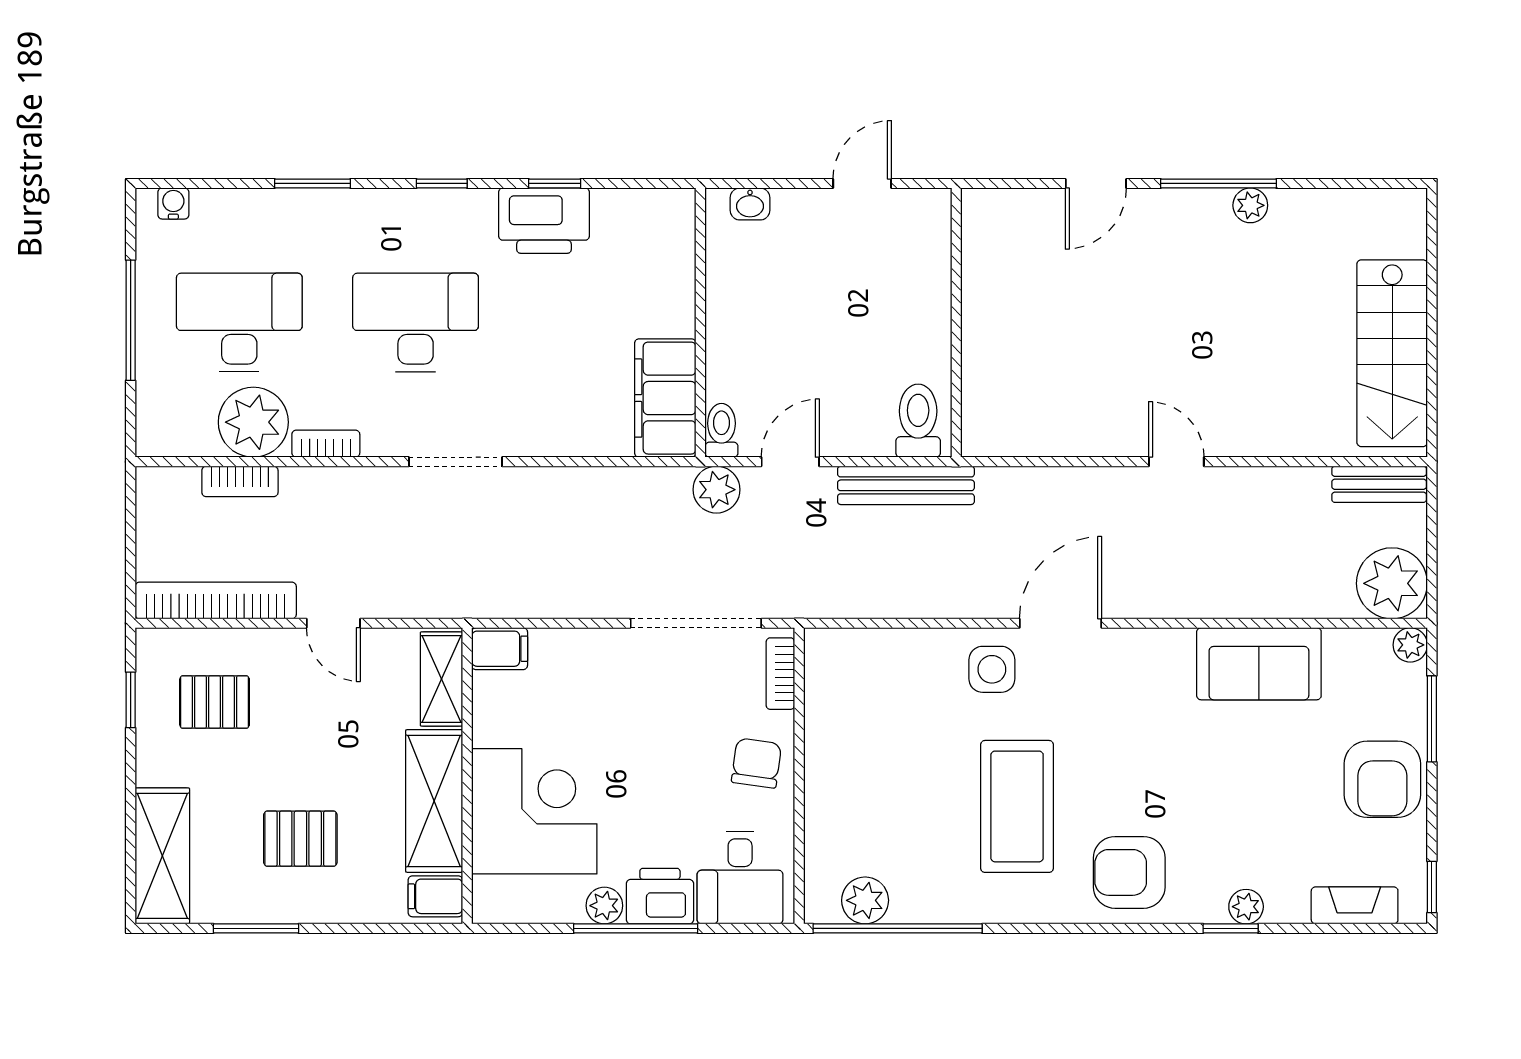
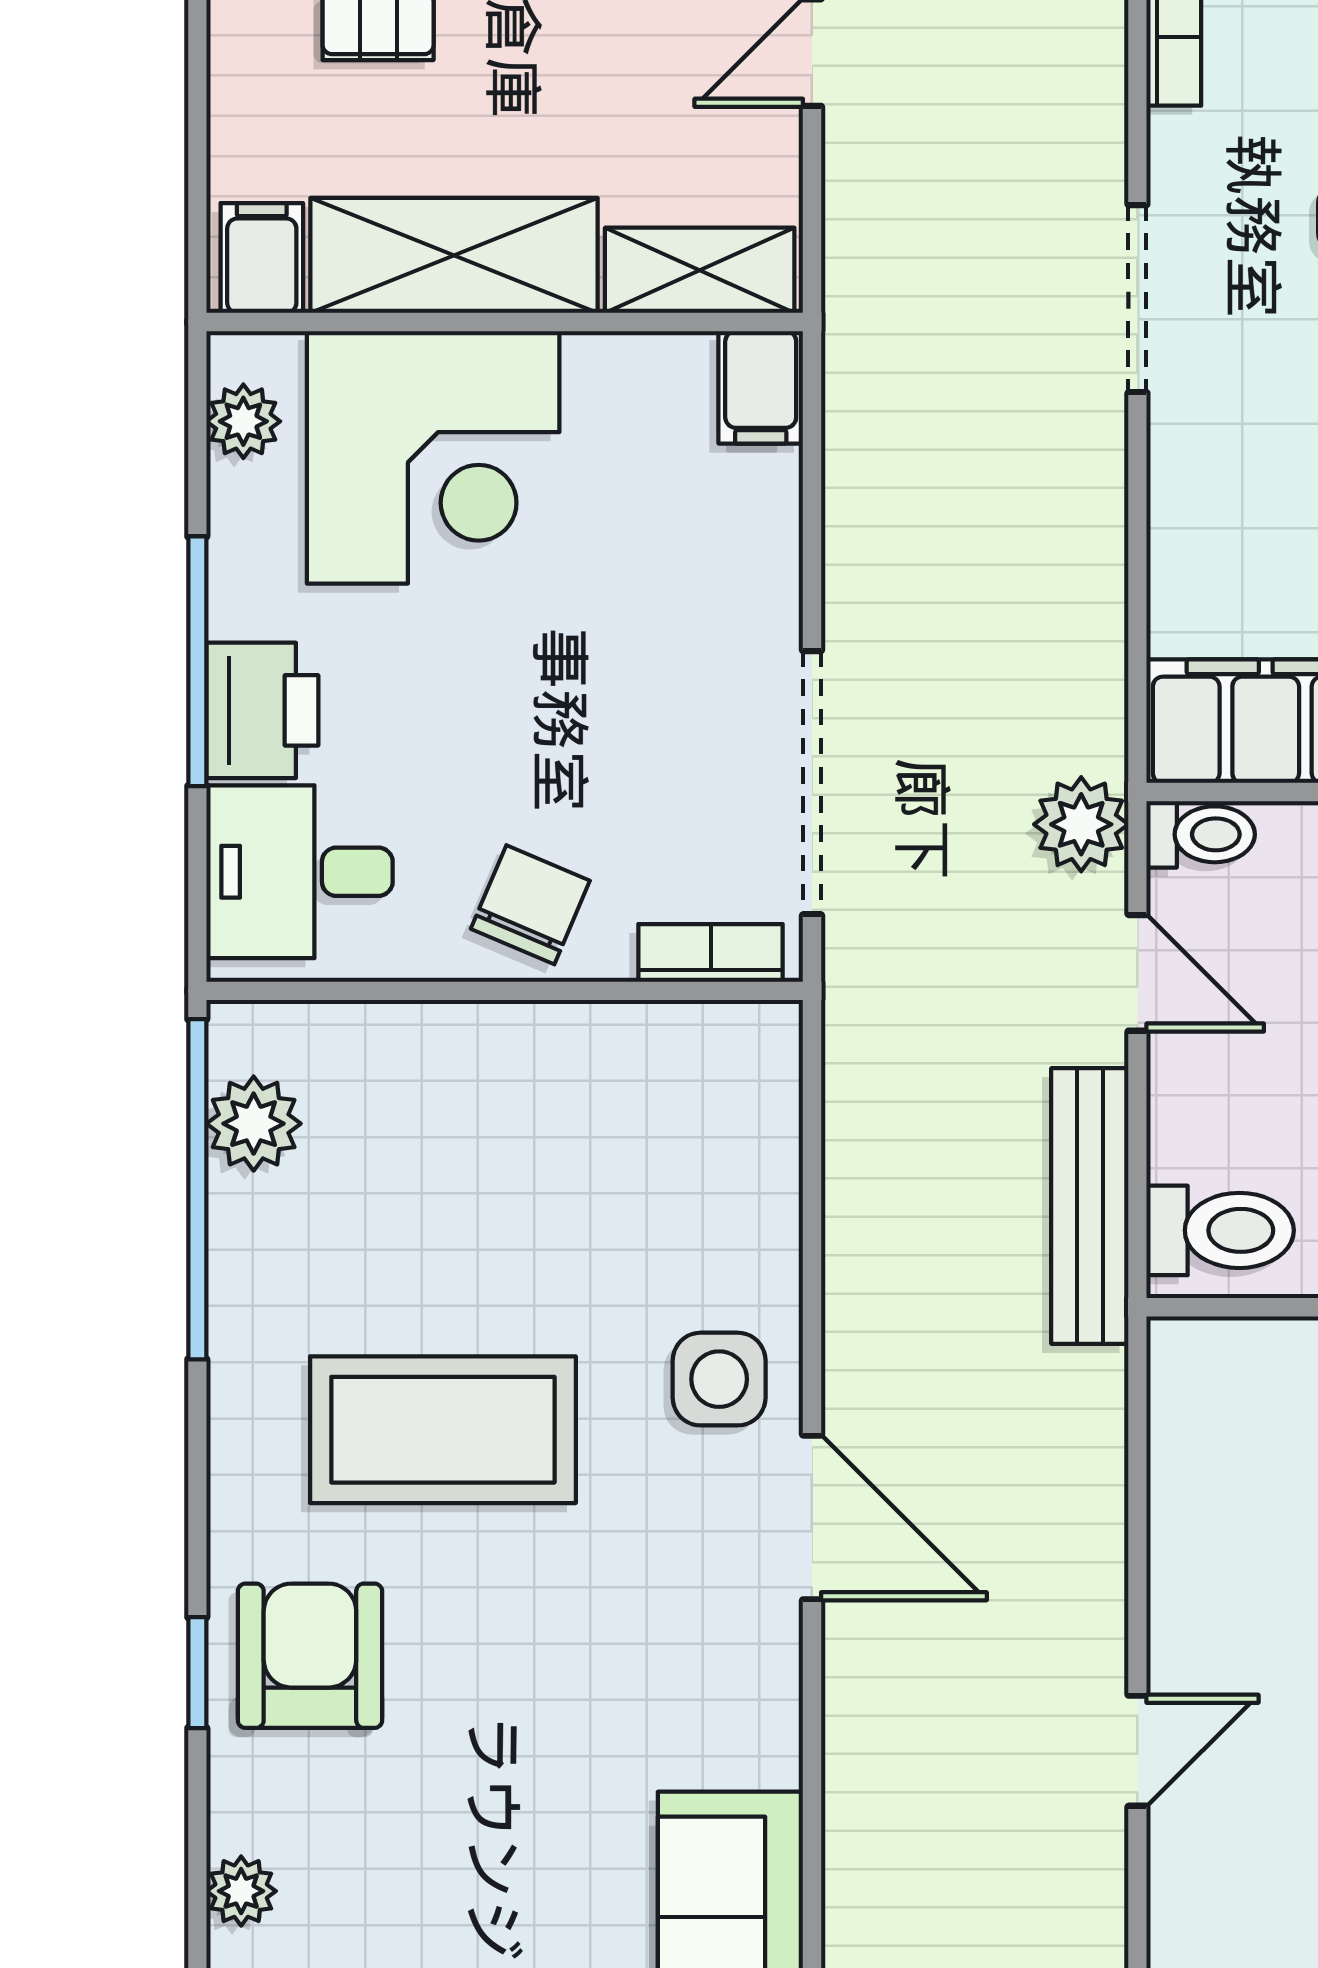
chair: (756, 763) -> (530, 905), turned -75
plant: (604, 906) -> (243, 421), moved
window: (1231, 928) -> (197, 1673), moved

